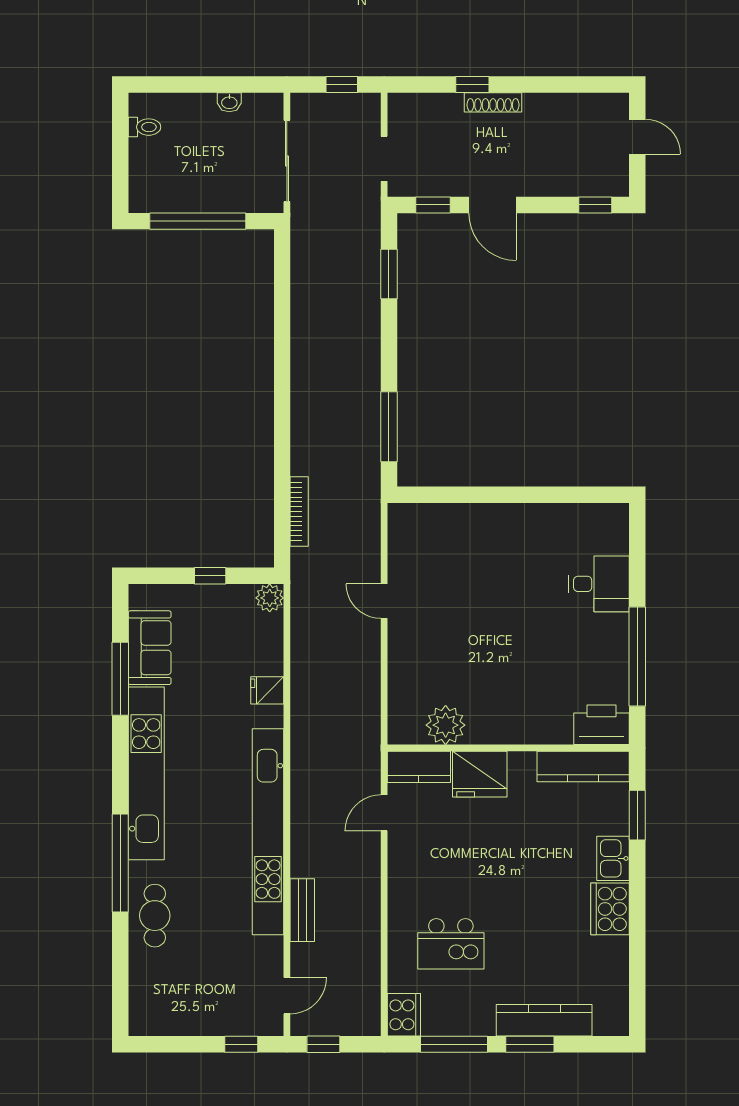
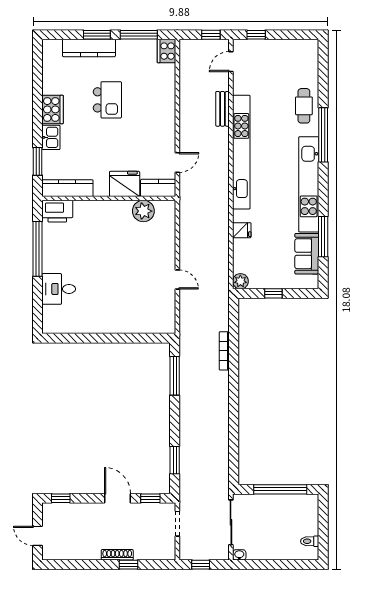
washbasin: (229, 102) -> (239, 555), moved
bookcase: (299, 512) -> (224, 351), moved
kitchen island: (451, 944) -> (107, 100), moved, turned 90

